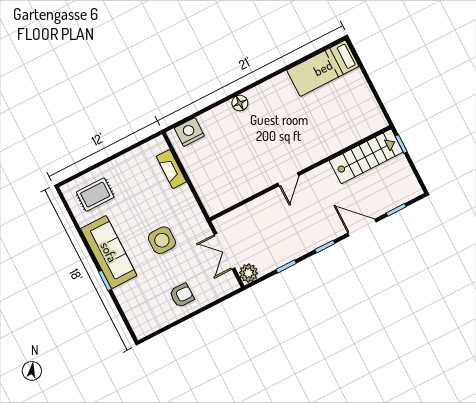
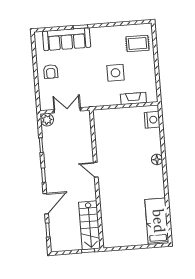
rug: (95, 195) -> (137, 43), turned 90
side table: (162, 240) -> (115, 73), moved
sofa: (109, 252) -> (67, 39), moved

